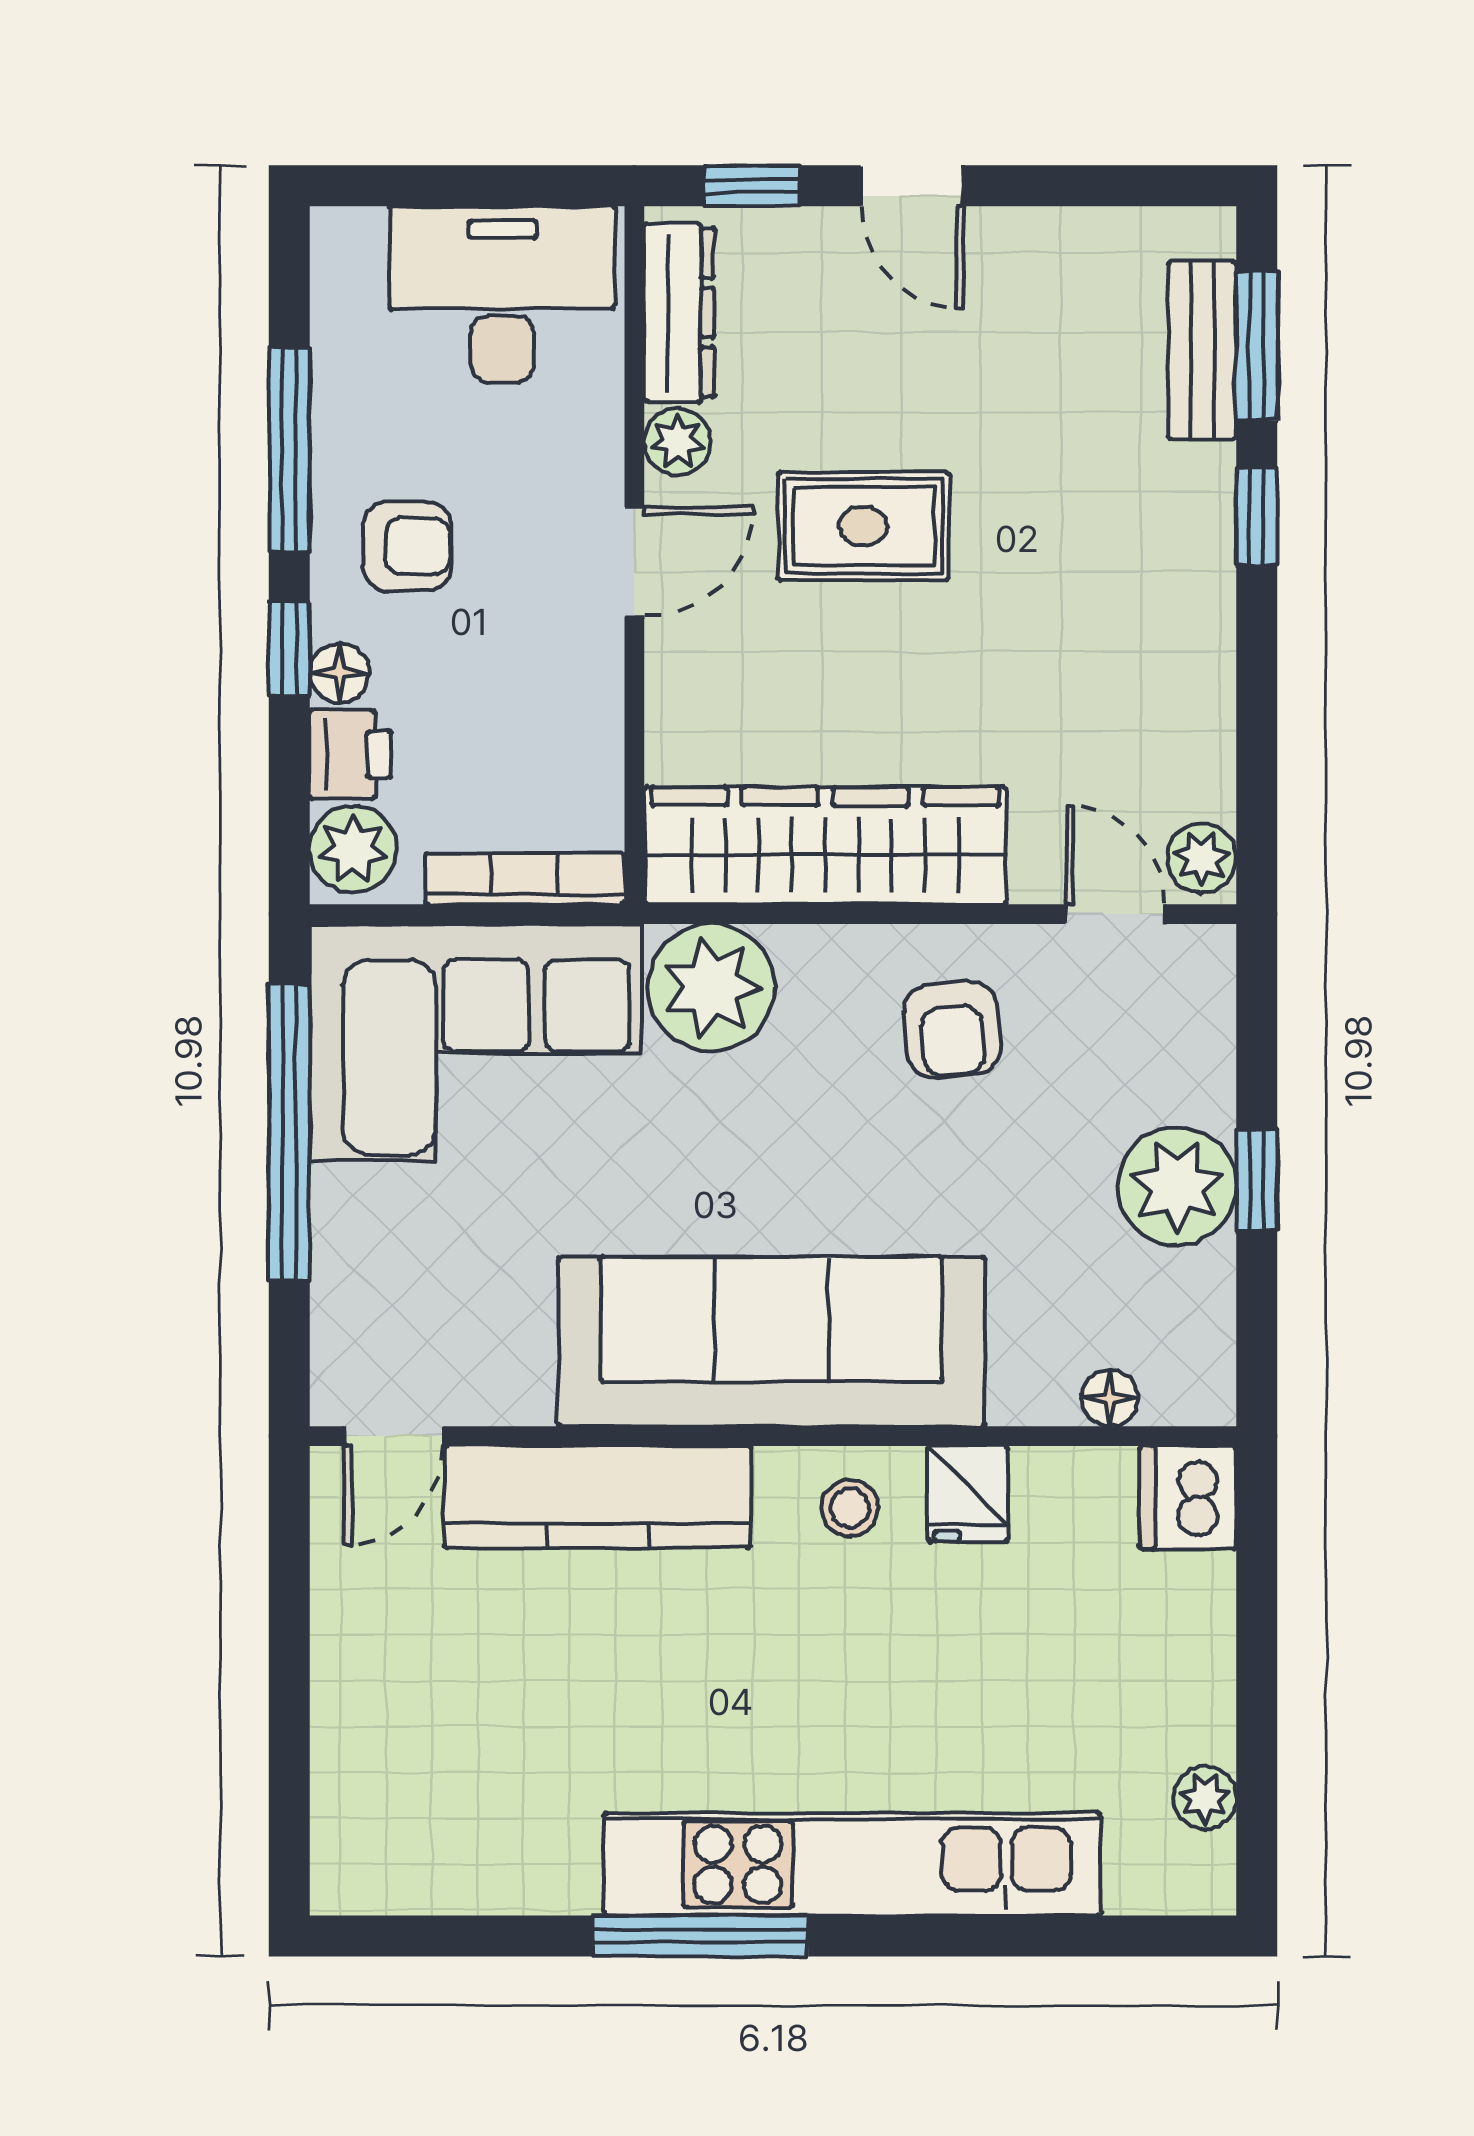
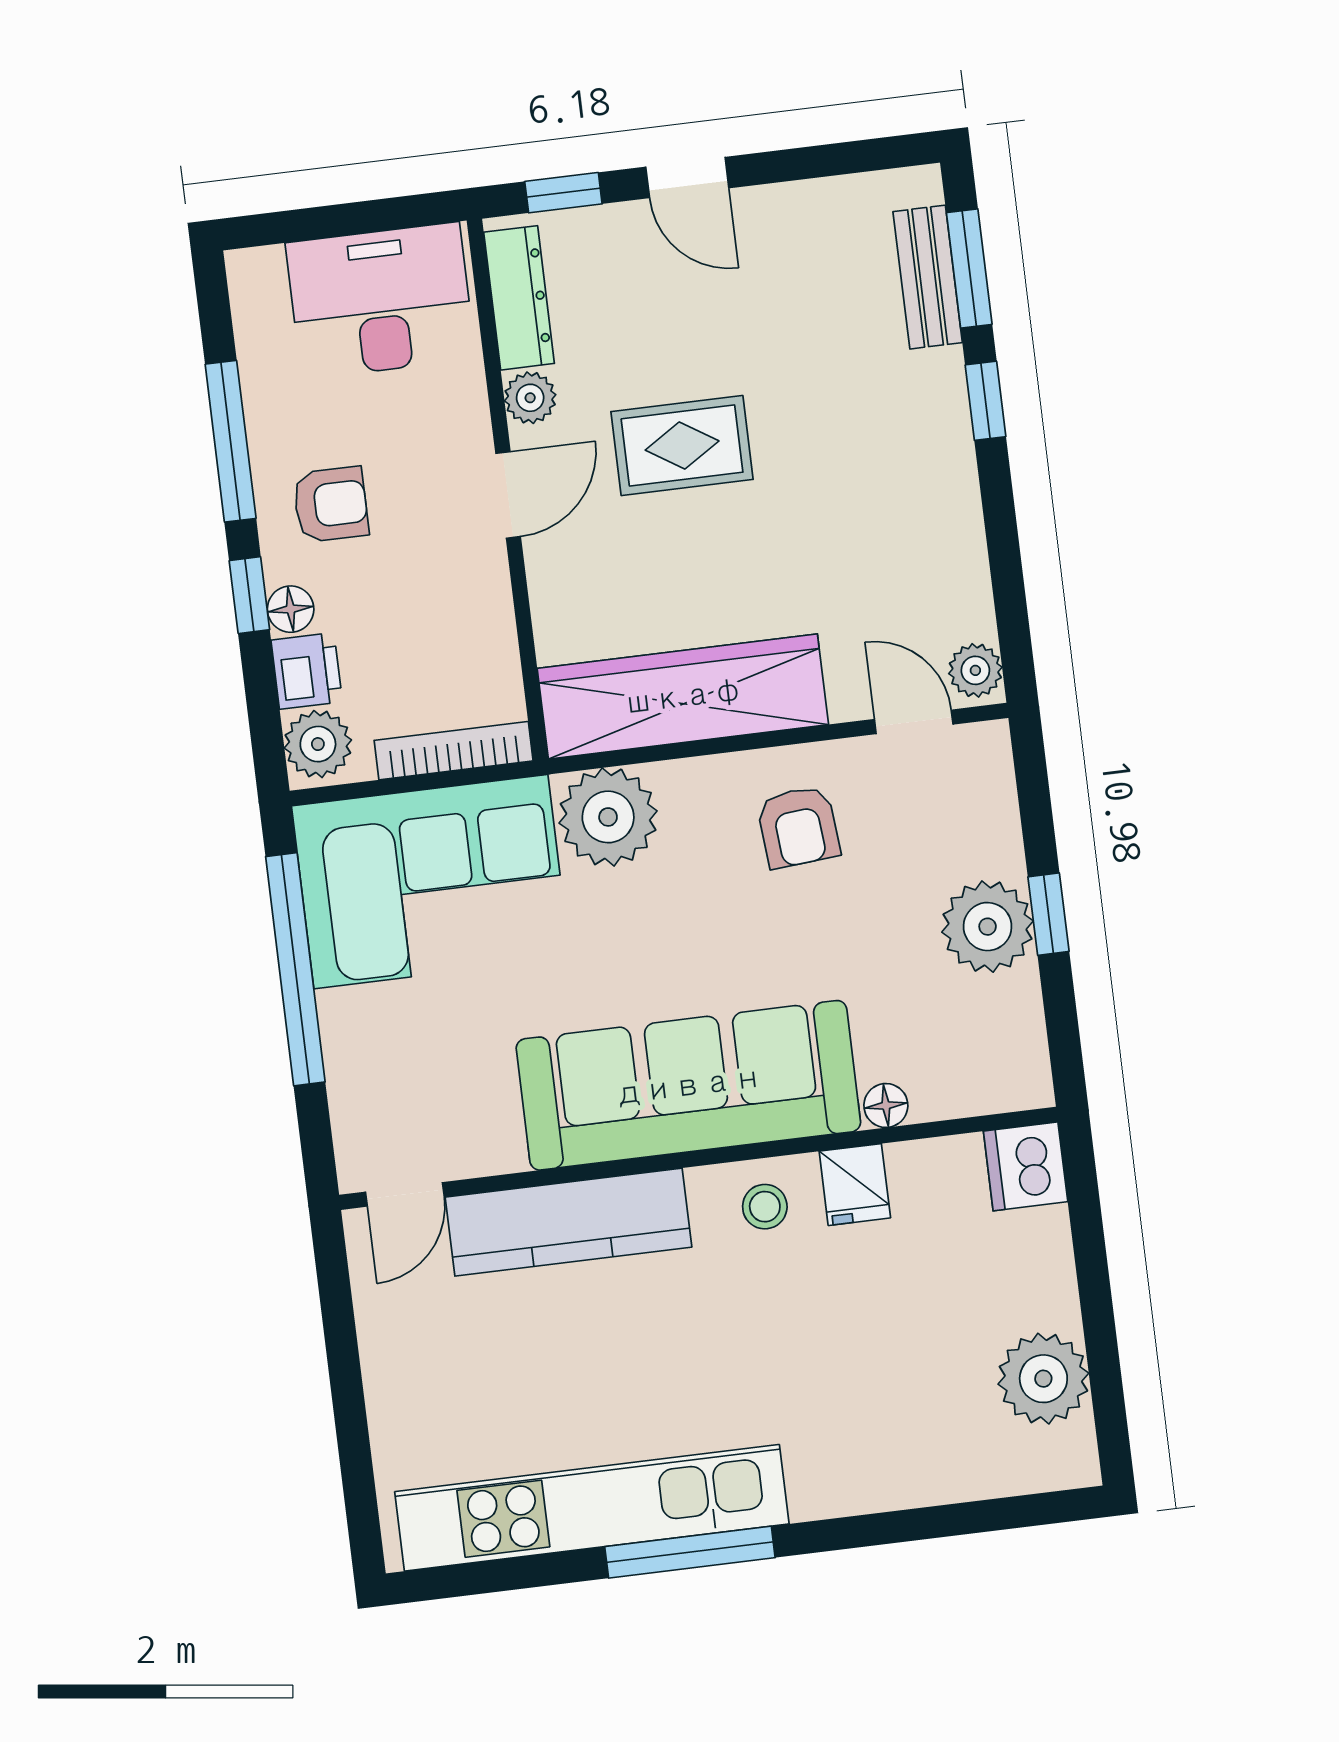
floor lamp: (1109, 1398) -> (886, 1106), moved
plant: (1205, 1798) -> (1043, 1379), width x1.88, depth x1.88
kitchen unit: (852, 1864) -> (592, 1508), moved

